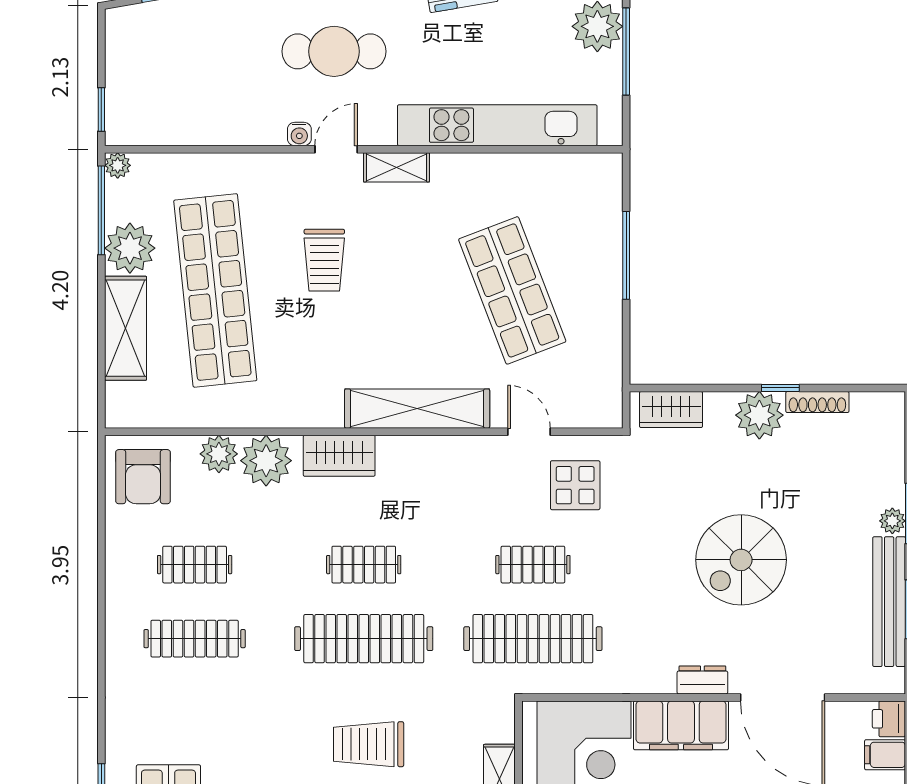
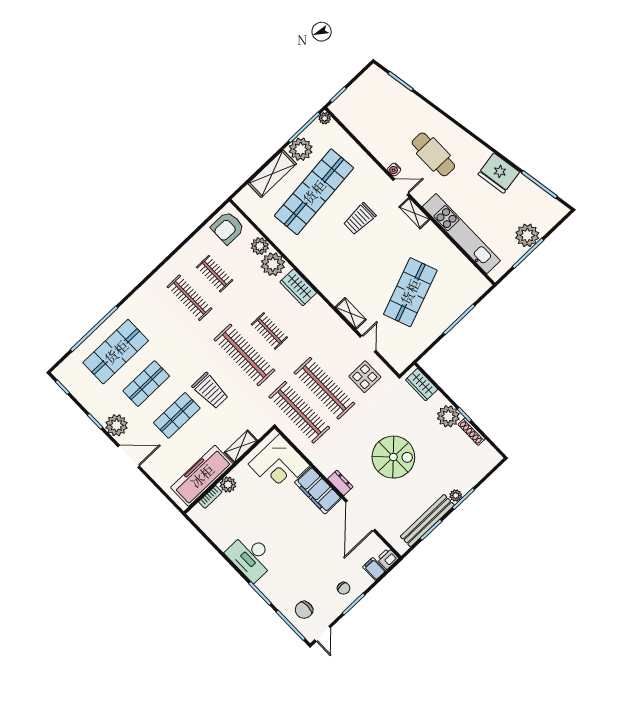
shelving: (417, 409) -> (351, 313), width x0.45, depth x0.75
spiral stairs: (741, 560) -> (393, 457), turned 180
clothes rail: (533, 565) -> (324, 388), width x1.86, depth x1.31
trolley: (369, 744) -> (210, 391), turned 180

